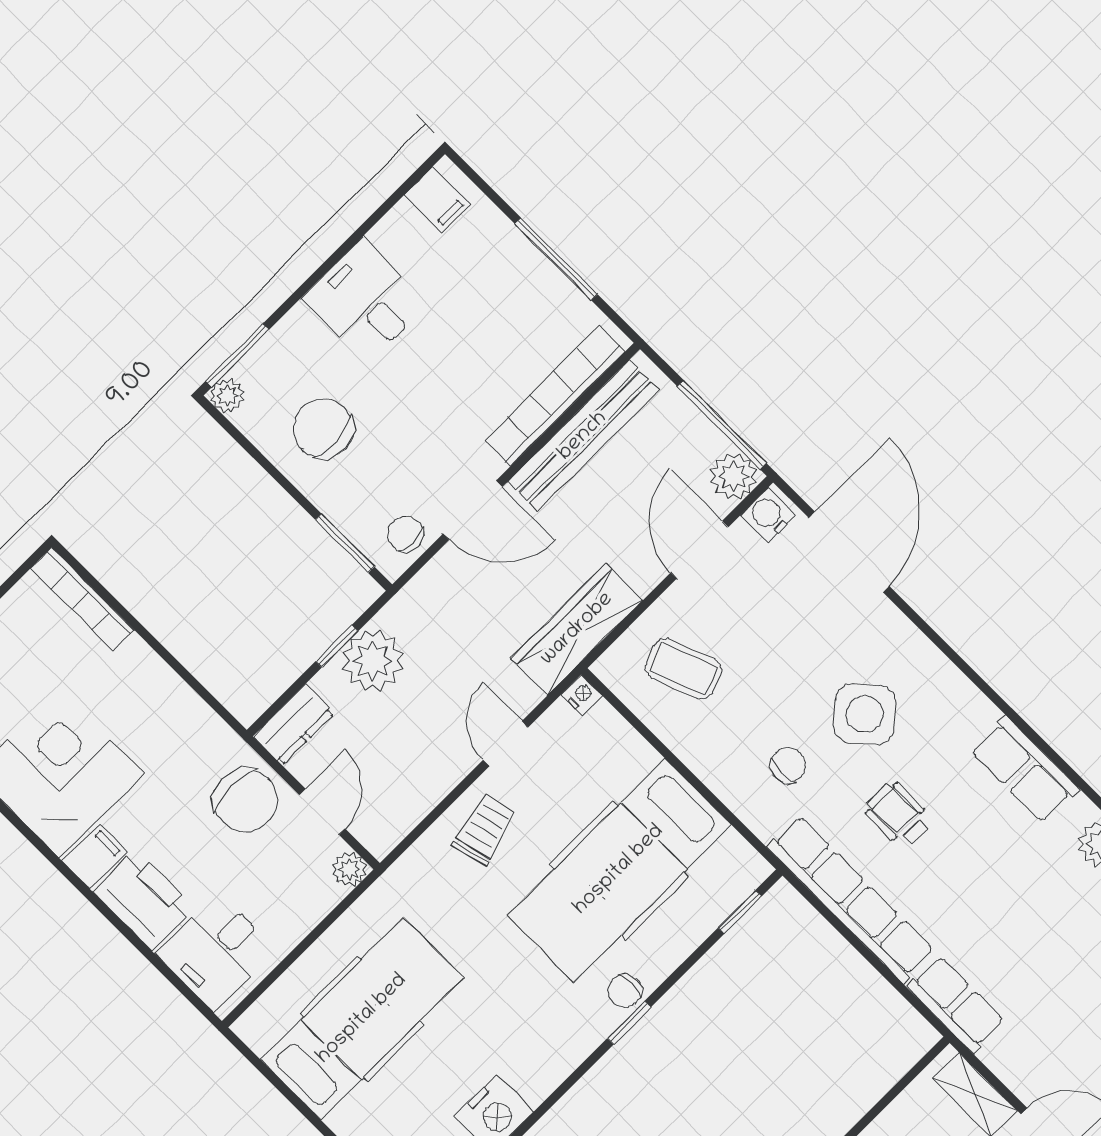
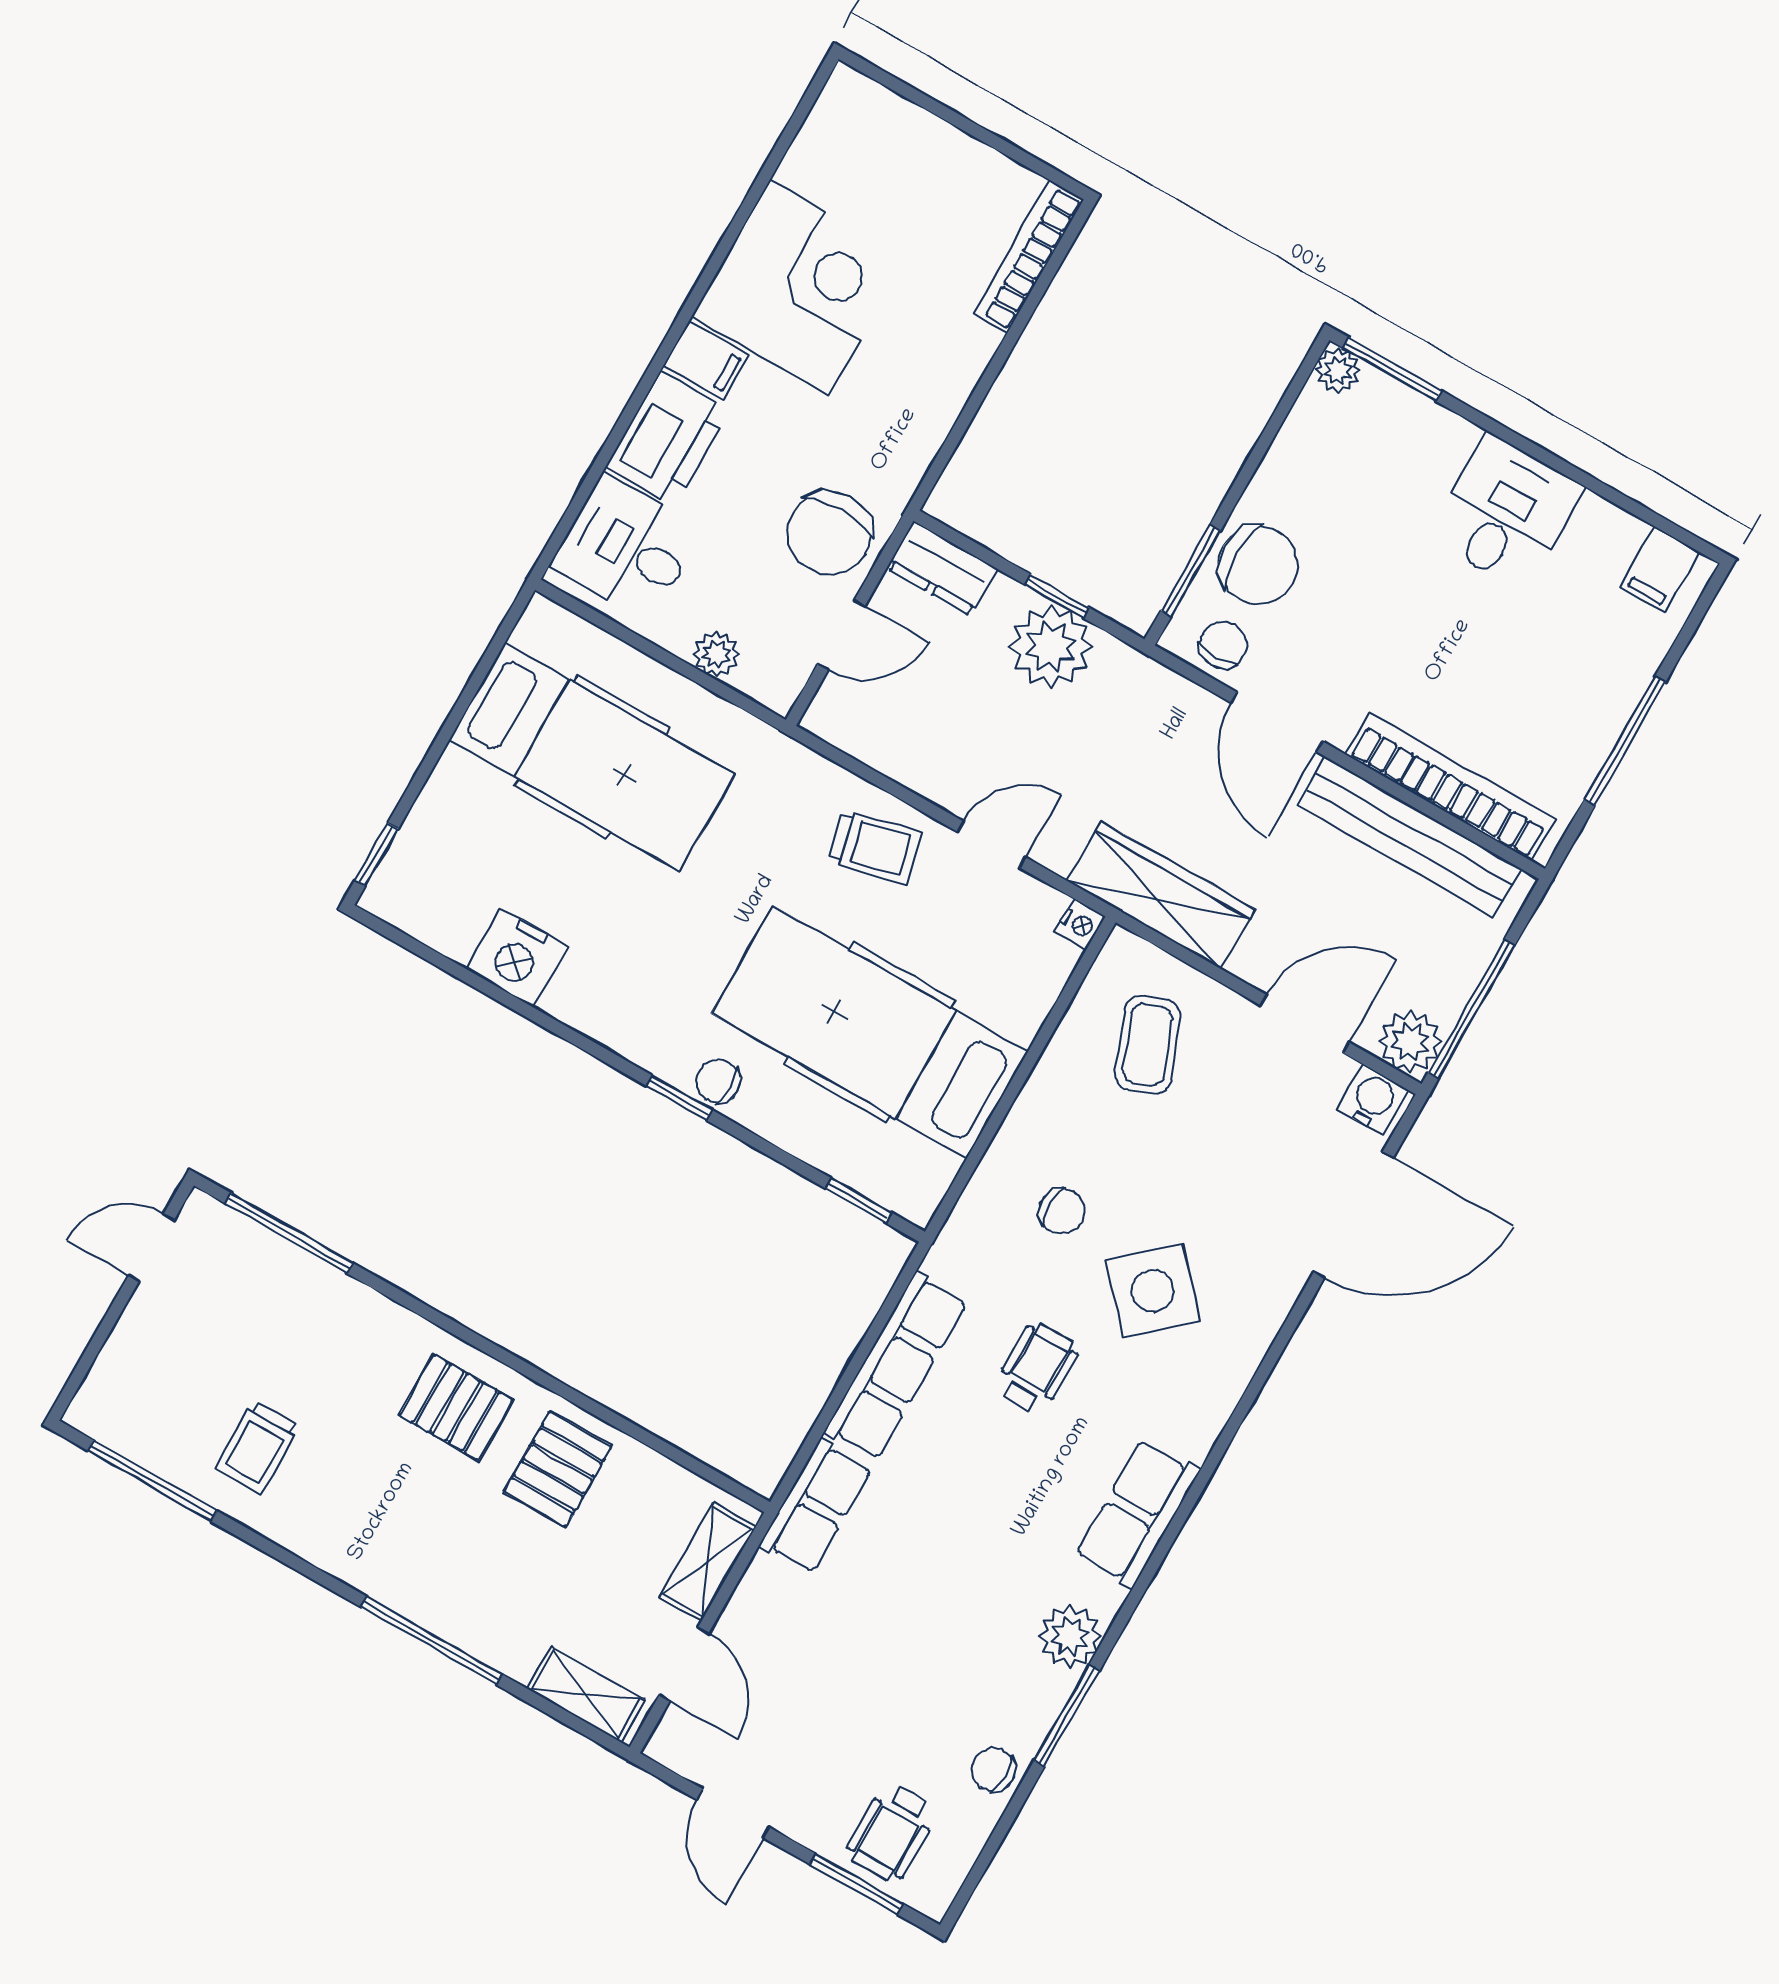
chair: (323, 429) -> (1258, 565), moved, turned 93
plant: (349, 869) -> (716, 654), moved
row of seats: (851, 899) -> (896, 1366), width x0.73

